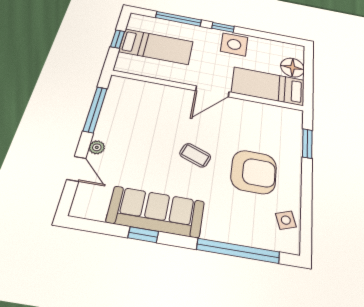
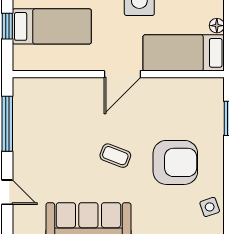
floor lamp: (292, 67) -> (217, 26), width x0.53, depth x0.53
plant: (97, 147) -> (20, 166), removed

